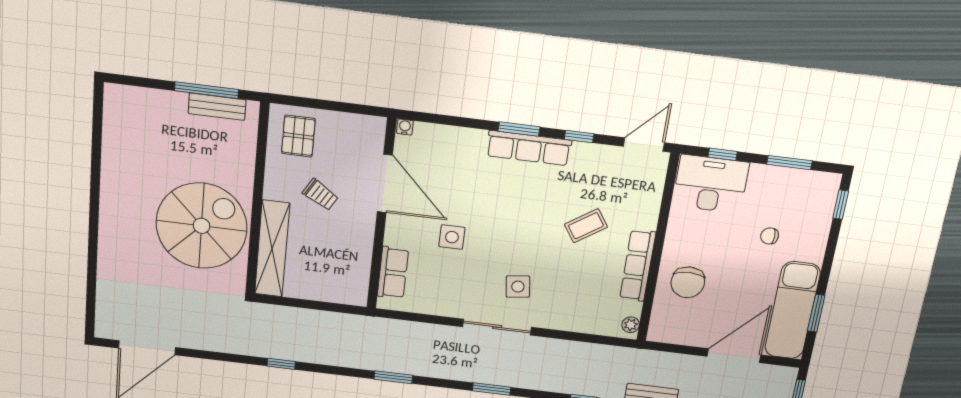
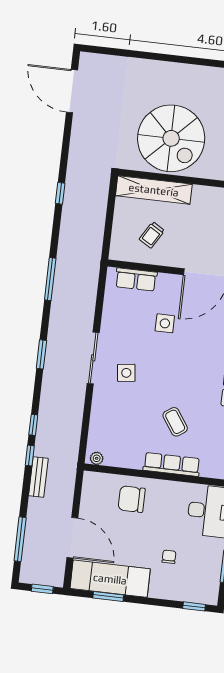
trolley: (320, 195) -> (152, 235), moved
row of seats: (638, 266) -> (172, 464), moved
window: (393, 377) -> (50, 279), width x1.44

